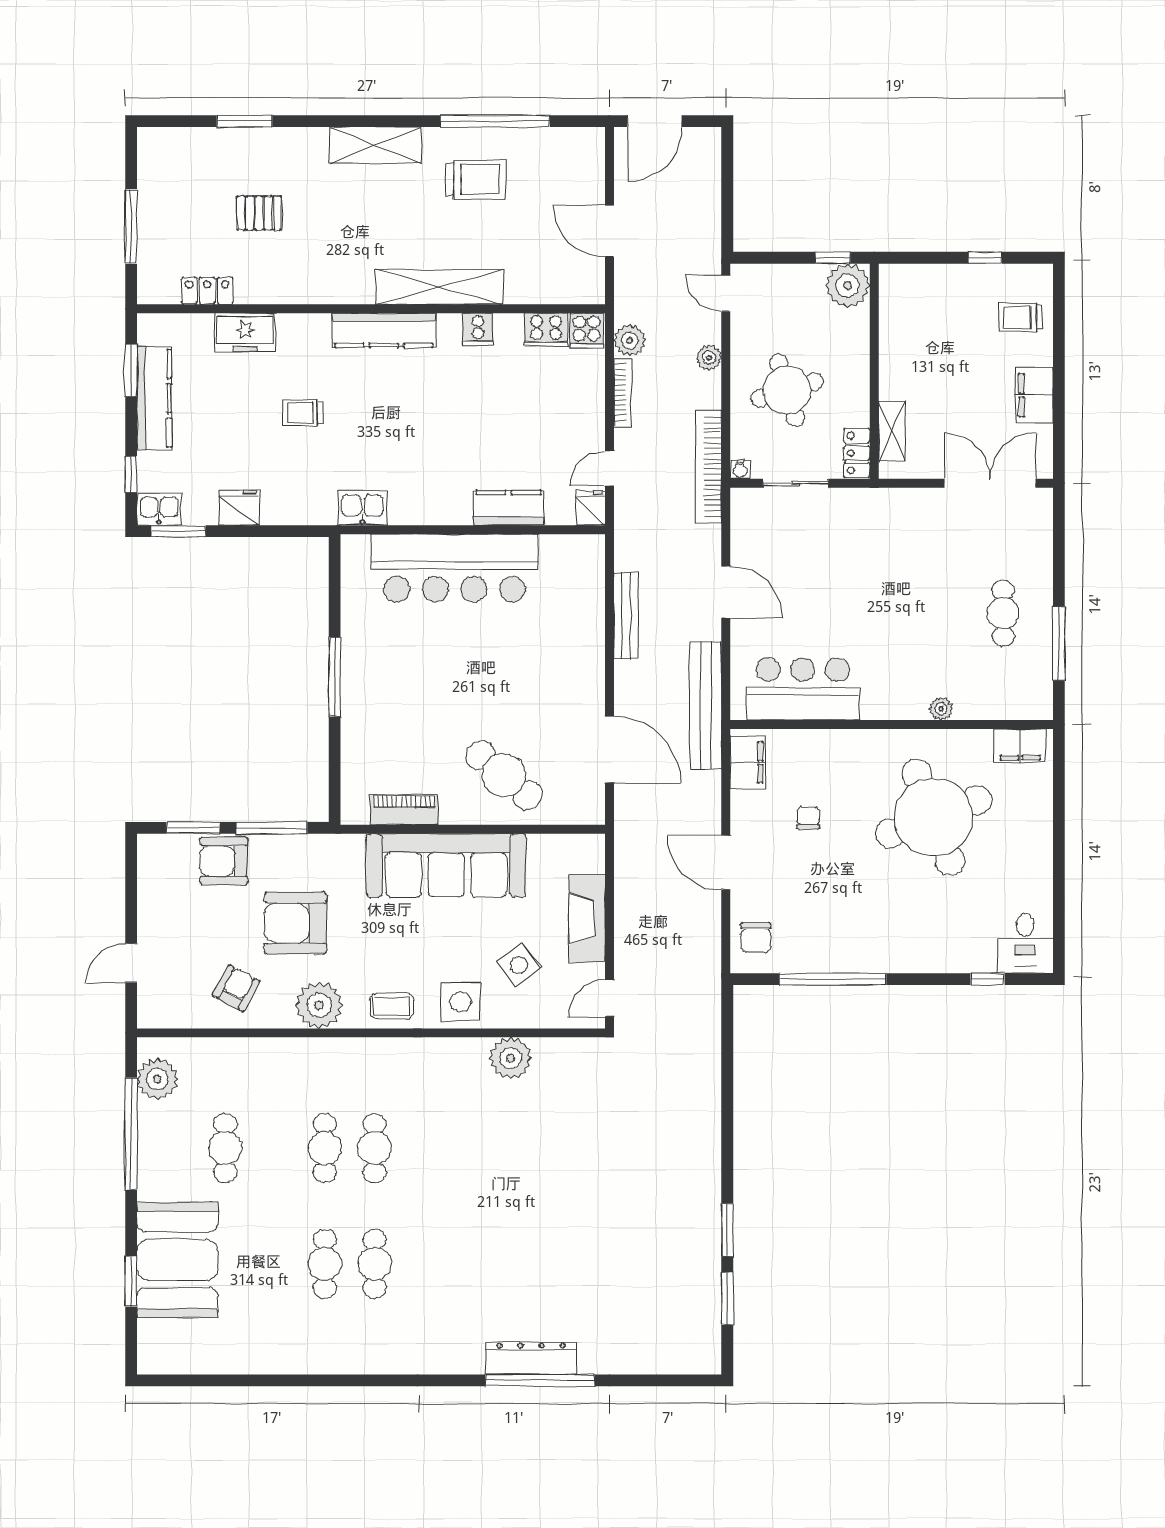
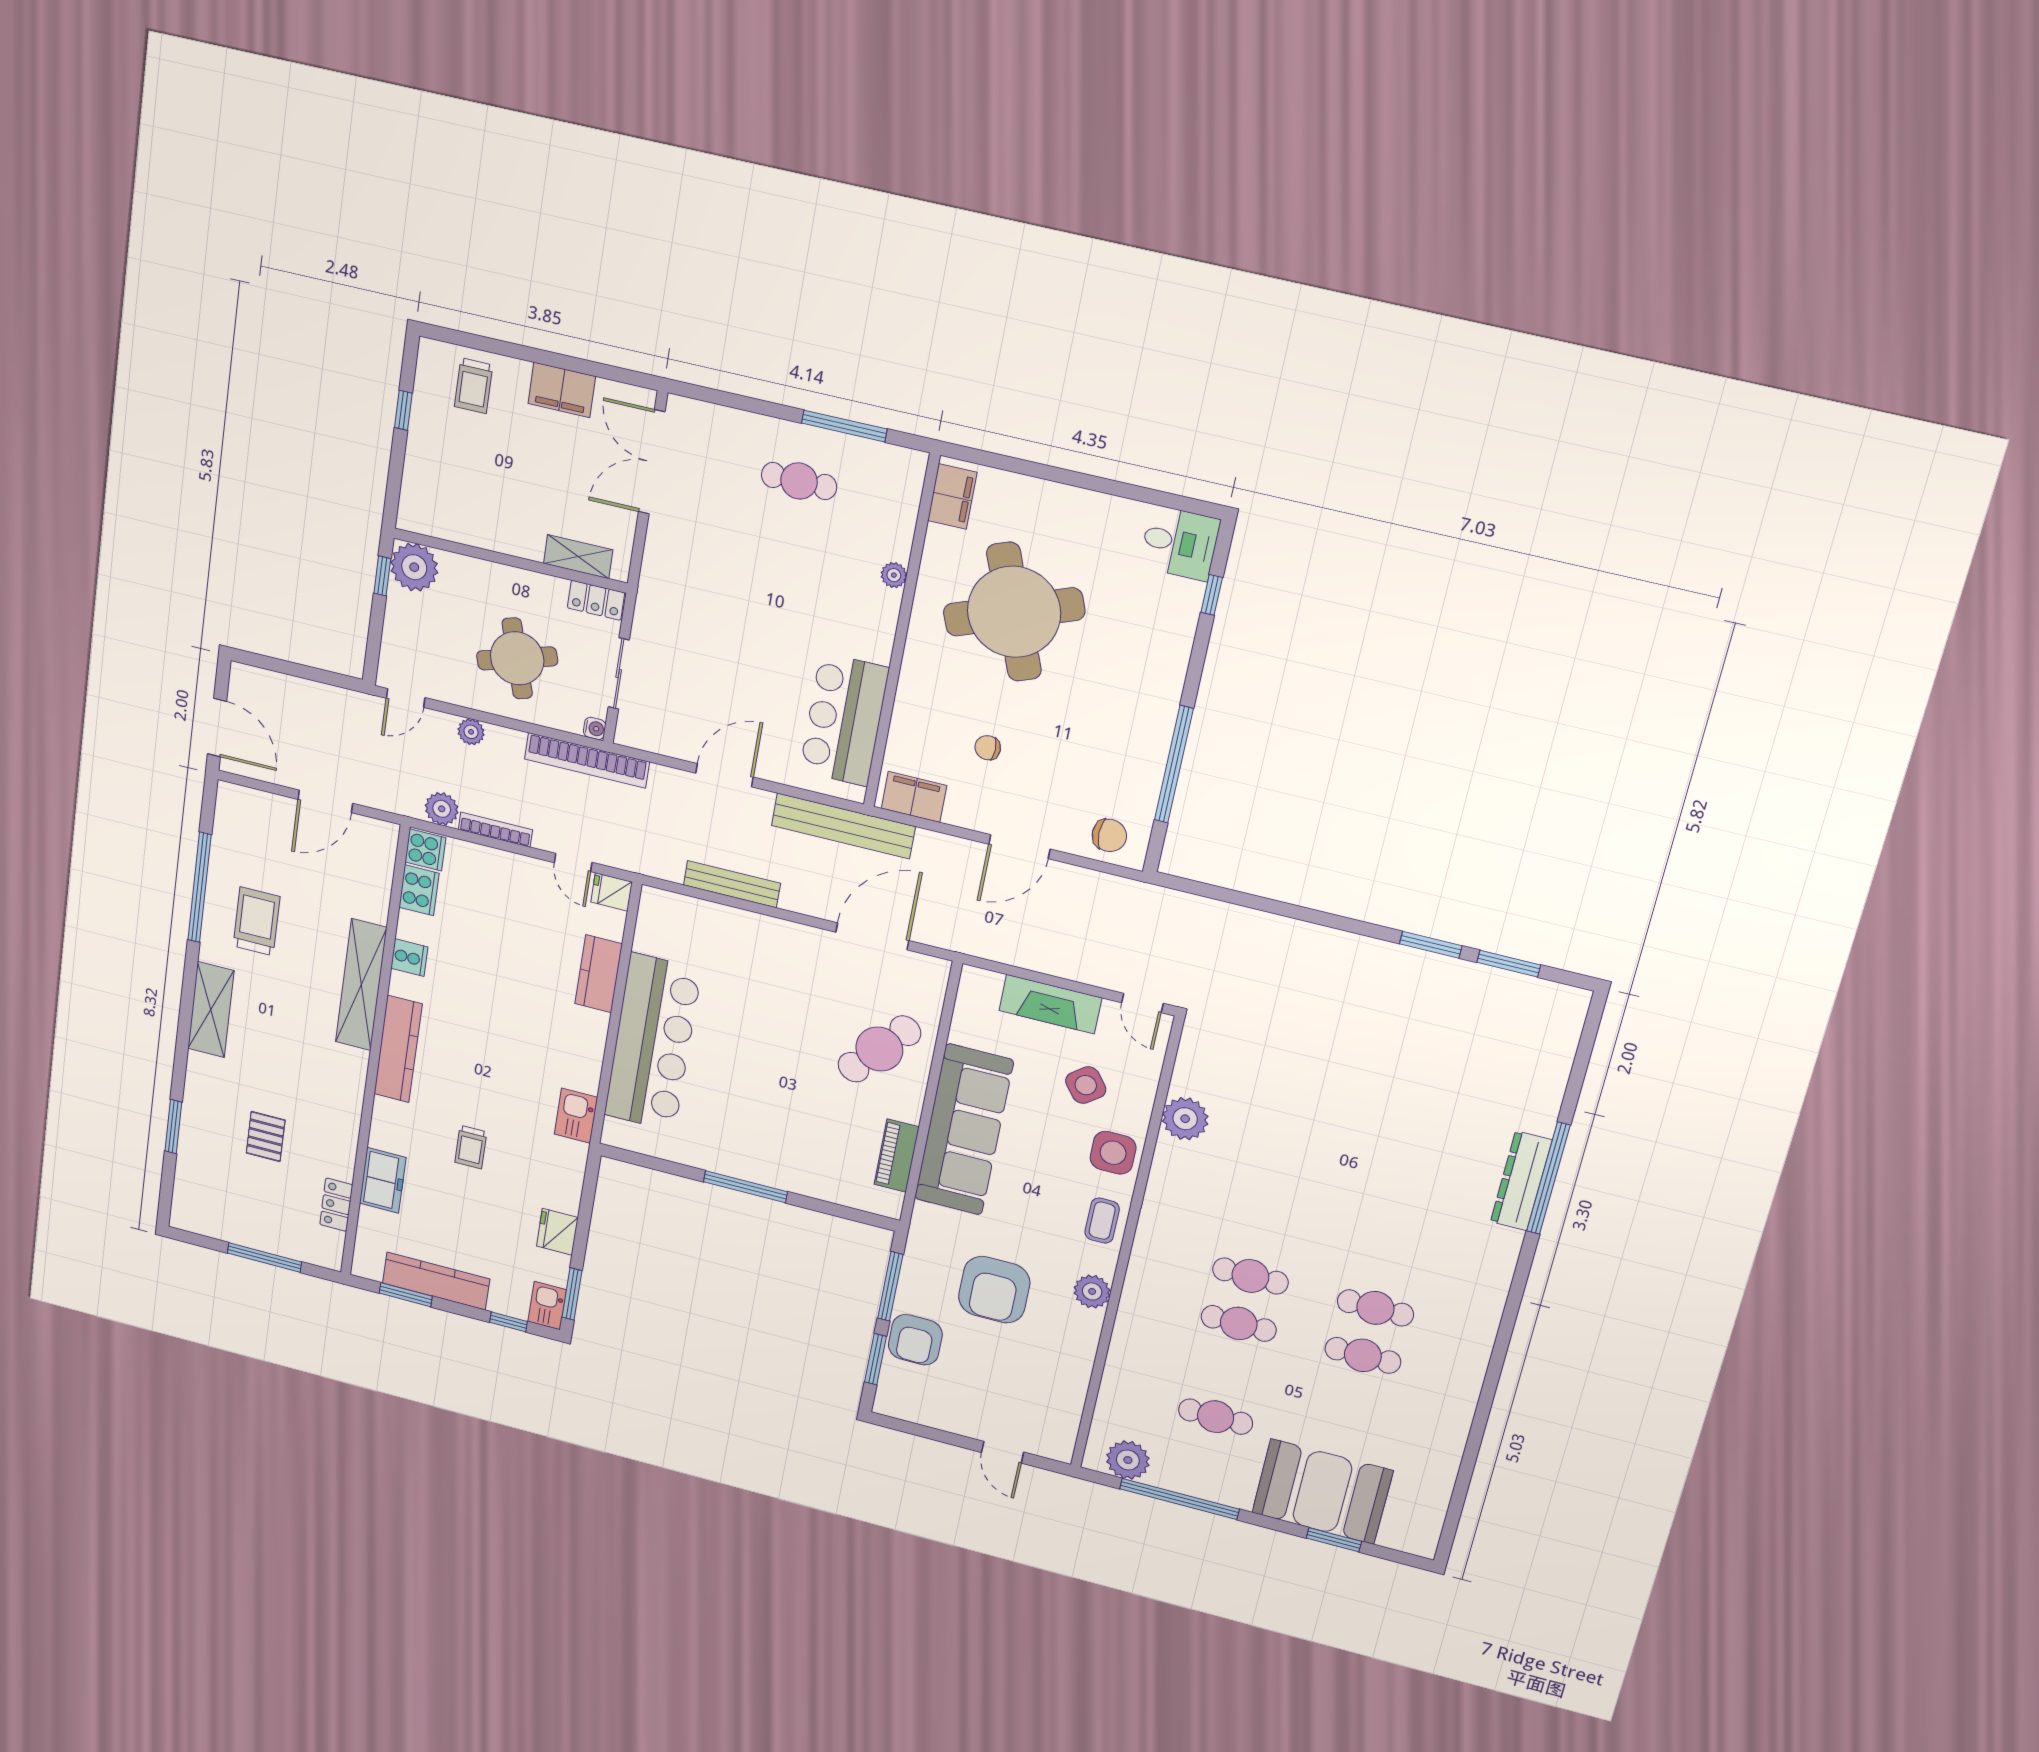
armchair: (236, 988) -> (1050, 1363), removed
plant: (319, 1005) -> (1092, 1291), width x0.73, depth x0.73

